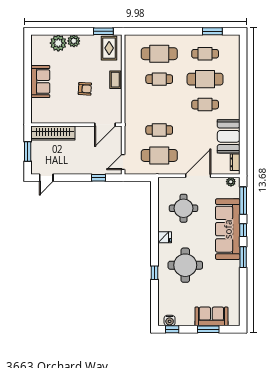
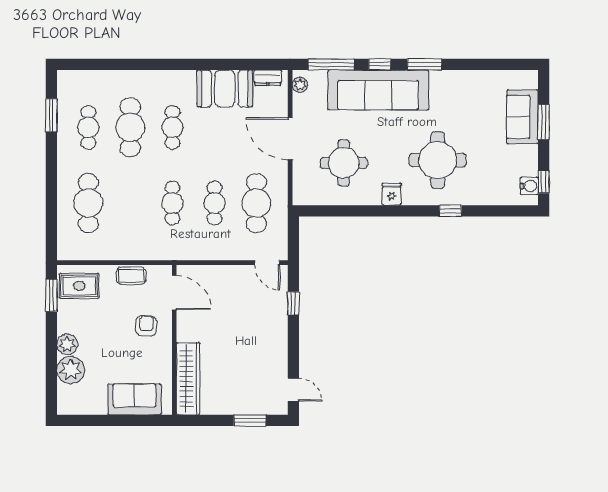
cafe table: (159, 79) -> (172, 203), moved
wall: (76, 125) -> (174, 340), moved
door: (105, 125) -> (174, 293), moved
wardrobe: (53, 133) -> (188, 379), moved

